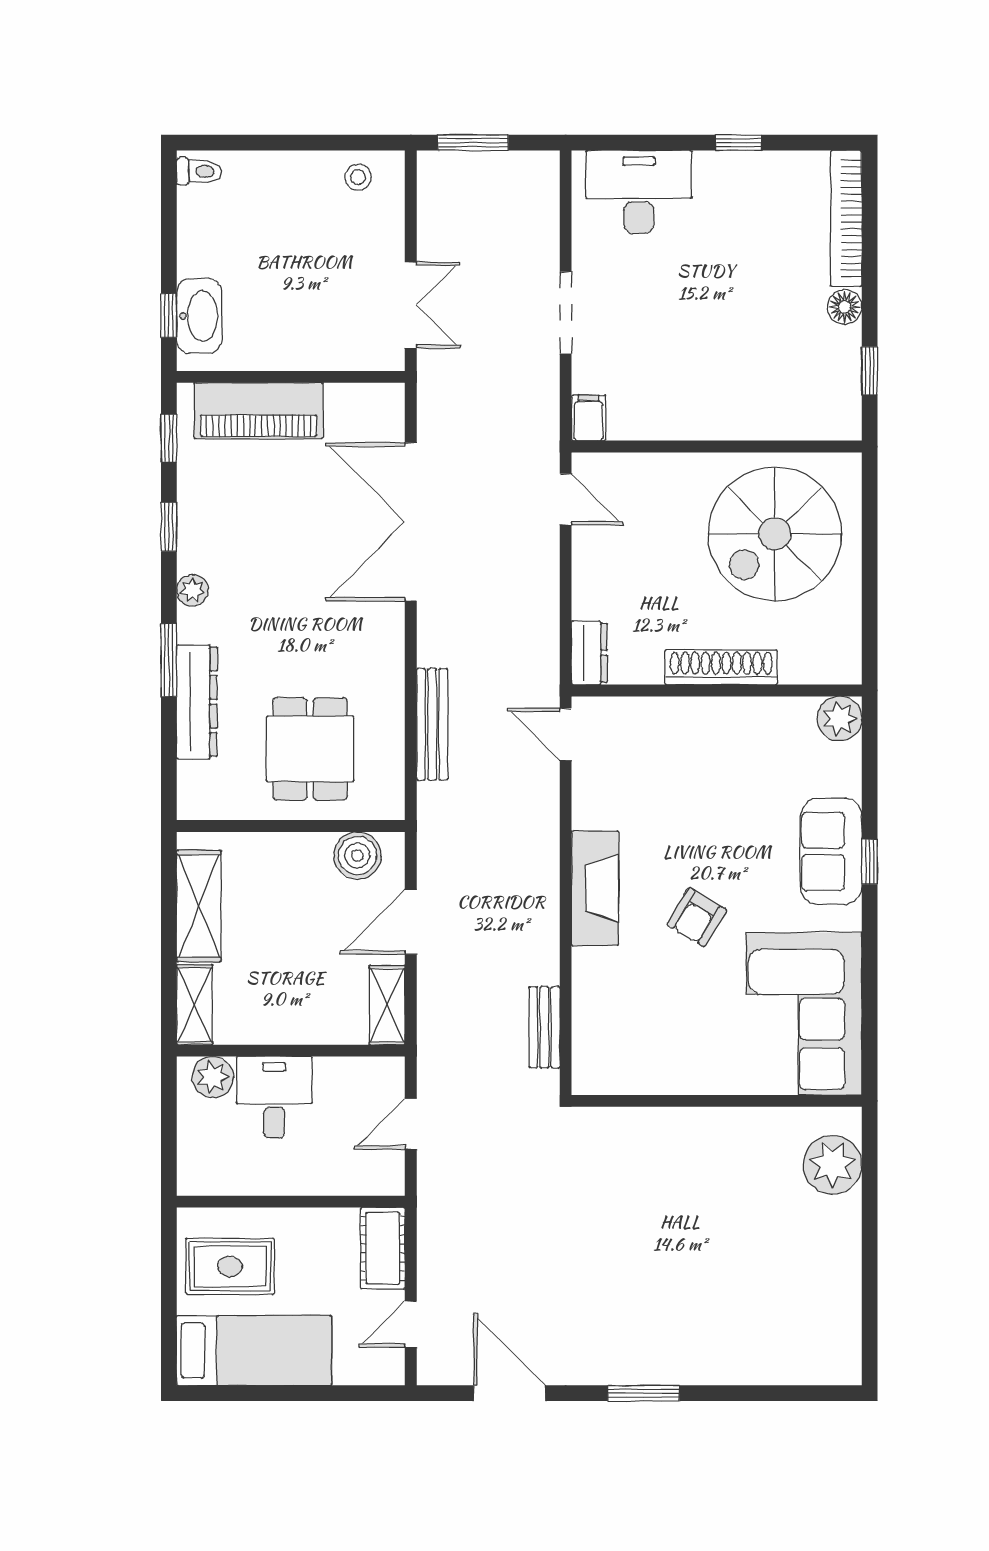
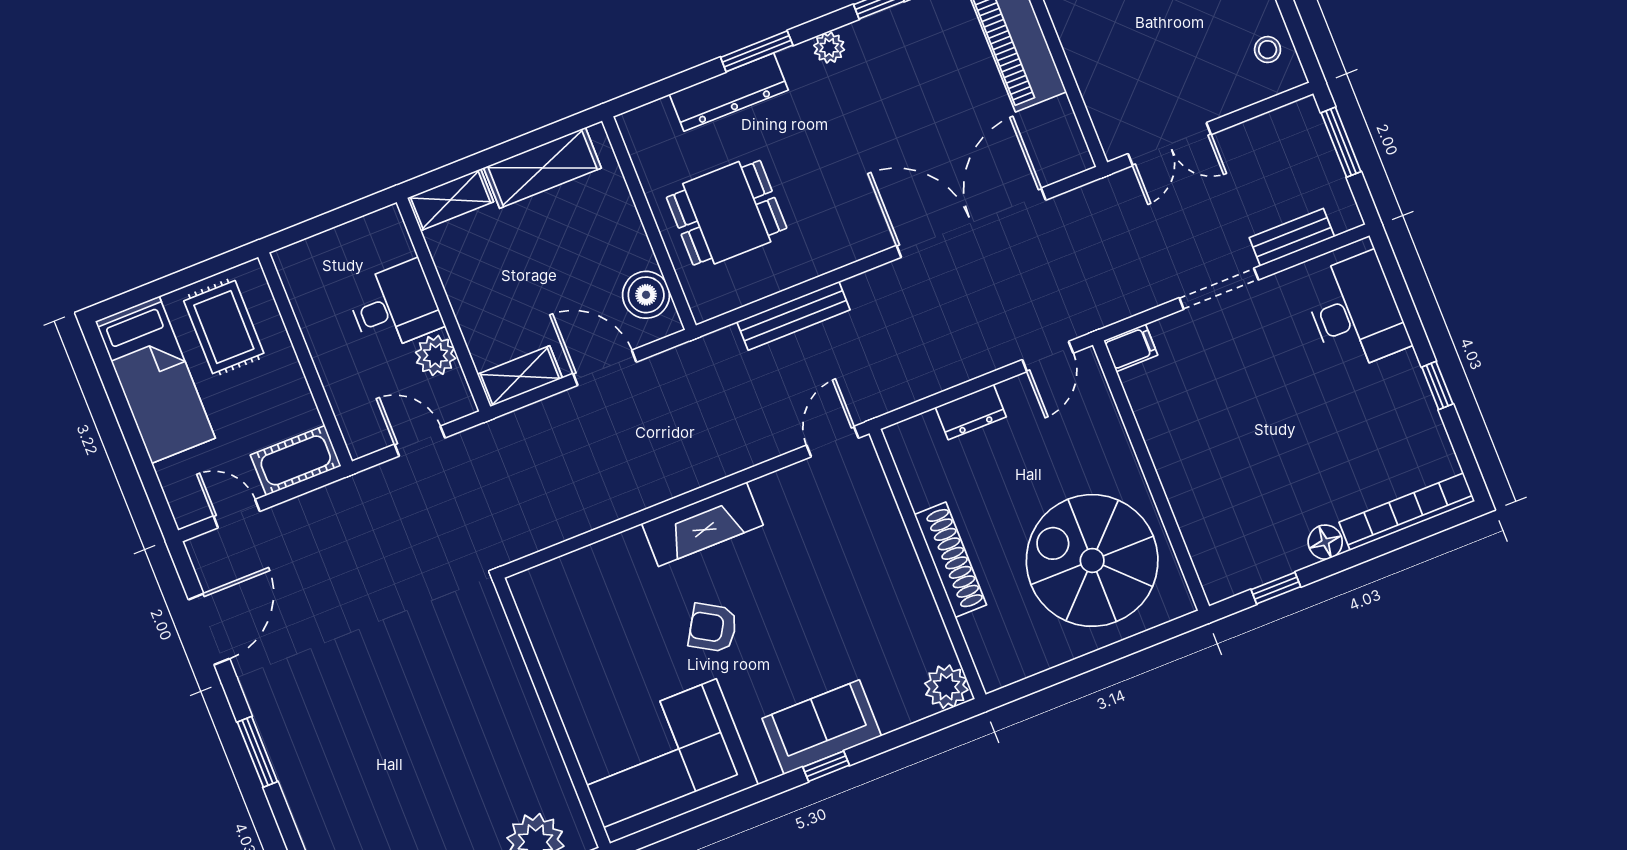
dresser: (589, 653) -> (971, 412), moved
bench: (544, 1027) -> (1292, 237), moved
plant: (213, 1077) -> (436, 355), moved

